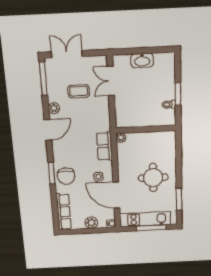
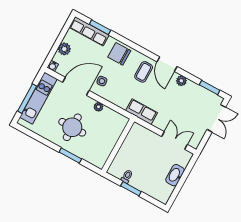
window: (43, 78) -> (210, 88), width x0.69
coffee table: (79, 91) -> (144, 72), moved
plant: (121, 138) -> (98, 107), moved
row of seats: (104, 146) -> (142, 112), moved
window: (52, 173) -> (100, 27), moved
window: (179, 199) -> (70, 156), moved

